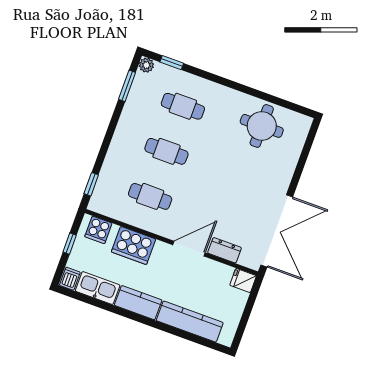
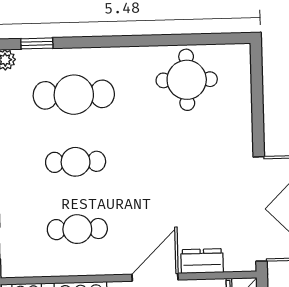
cafe table: (183, 106) -> (74, 95), width x1.37, depth x1.35

